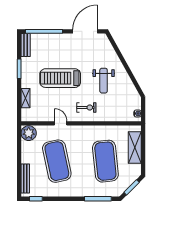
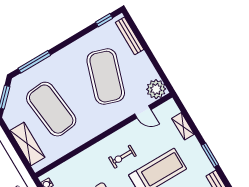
exercise bike: (86, 107) -> (122, 157), moved
door: (61, 123) -> (143, 112), moved
exercise mat: (57, 161) -> (106, 77), turned 30

